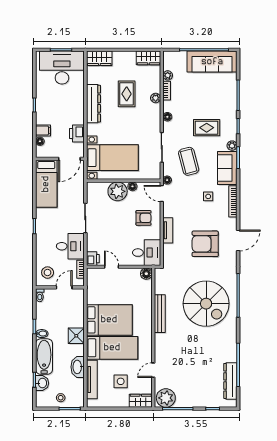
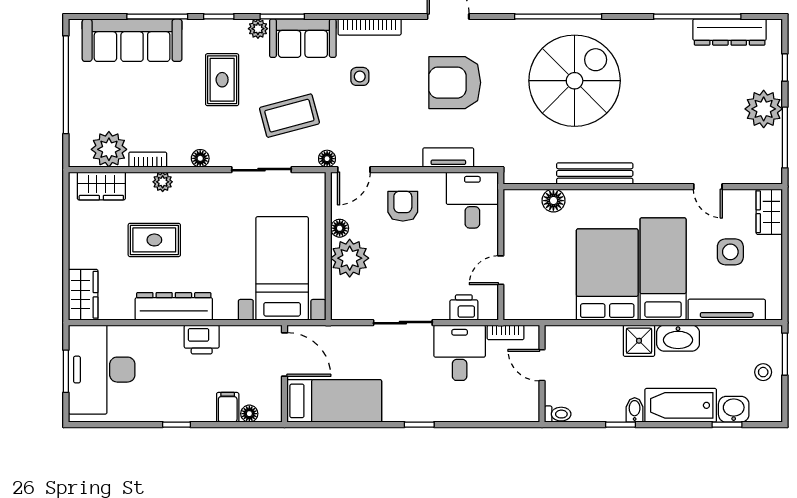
wardrobe: (149, 58) -> (101, 186), moved, turned 90
sofa: (212, 62) -> (132, 40), moved, turned 90
plant: (168, 75) -> (109, 149), width x1.87, depth x1.87
printer: (77, 134) -> (202, 339), moved
tv unit: (168, 230) -> (448, 157), moved
armchair: (205, 244) -> (455, 83), turned 90
printer: (93, 259) -> (464, 308), moved
stool: (48, 273) -> (512, 398), removed
floor lamp: (146, 274) -> (553, 201), moved
washbasin: (78, 367) -> (678, 338), moved
plant: (166, 398) -> (764, 109), moved

